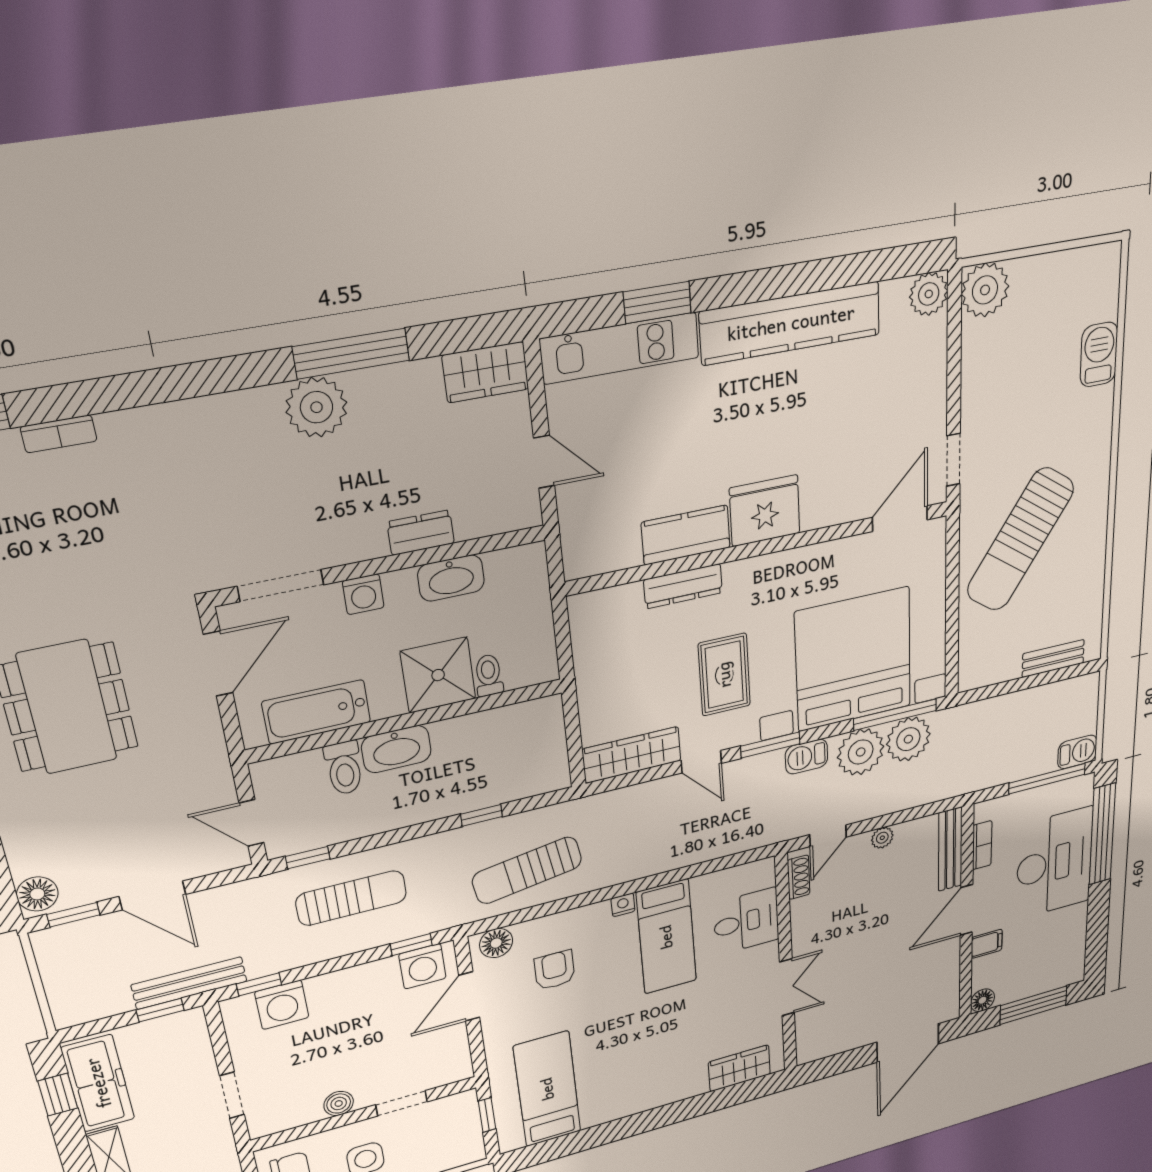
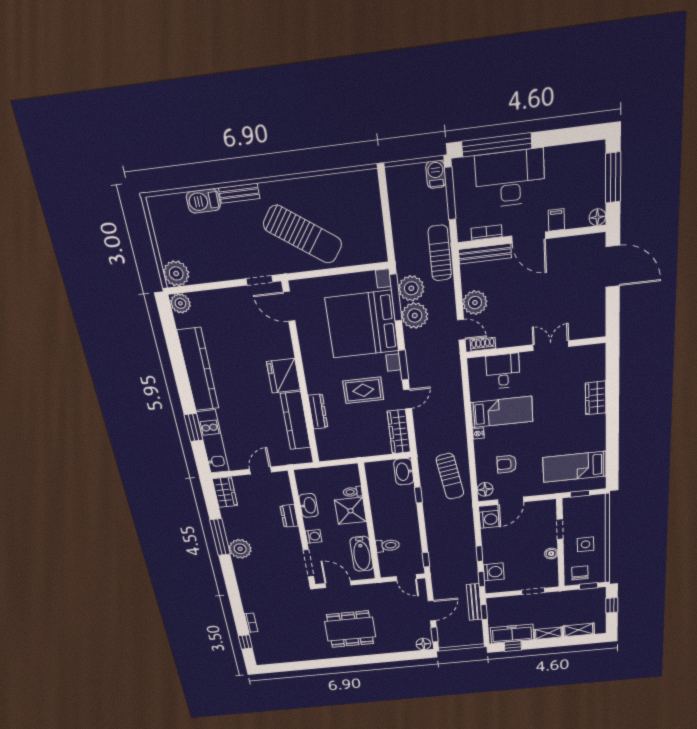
kitchen counter: (686, 535) -> (296, 421), width x1.50
bench: (1053, 658) -> (239, 193), moved, turned 90
washbasin: (396, 749) -> (404, 472), moved, turned 180
barbecue: (806, 757) -> (413, 345), removed
door: (252, 823) -> (406, 578), hinge flipped
plant: (882, 838) -> (475, 303), width x1.87, depth x1.87
sun lounger: (351, 898) -> (440, 253), moved
window: (411, 945) -> (479, 554), moved
door: (469, 996) -> (511, 501), hinge flipped
wardrobe: (739, 1068) -> (596, 398), moved

